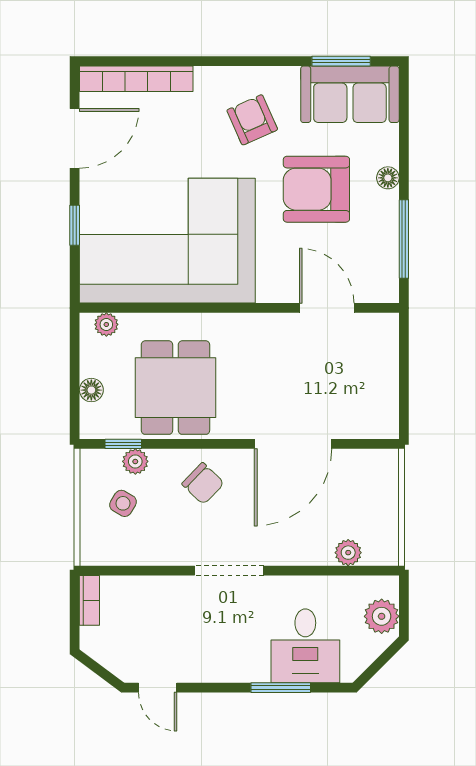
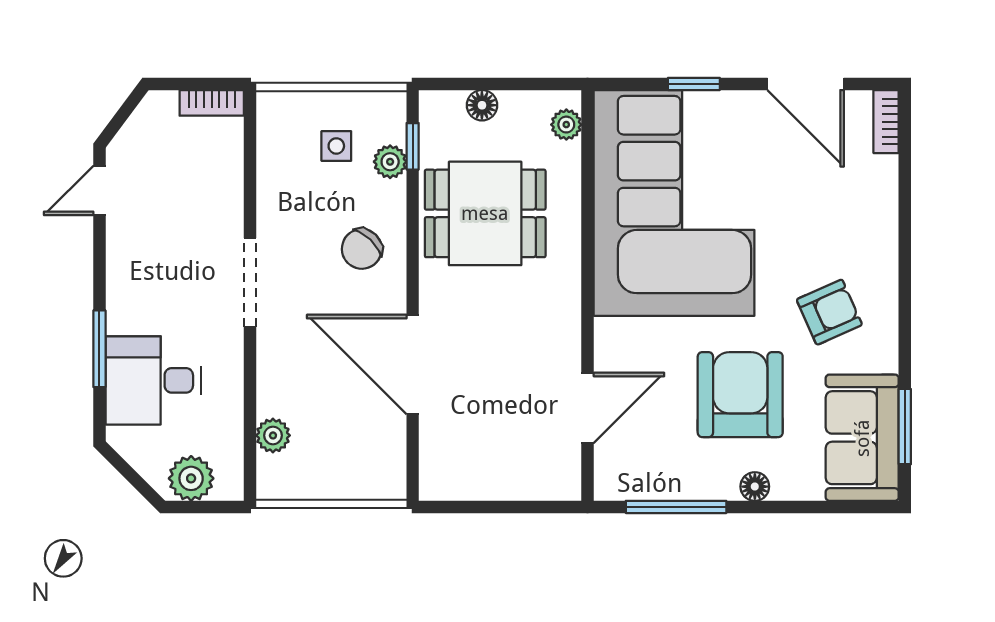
bookcase: (136, 79) -> (886, 122), width x0.43, depth x0.76
side table: (123, 503) -> (336, 146), turned -31

